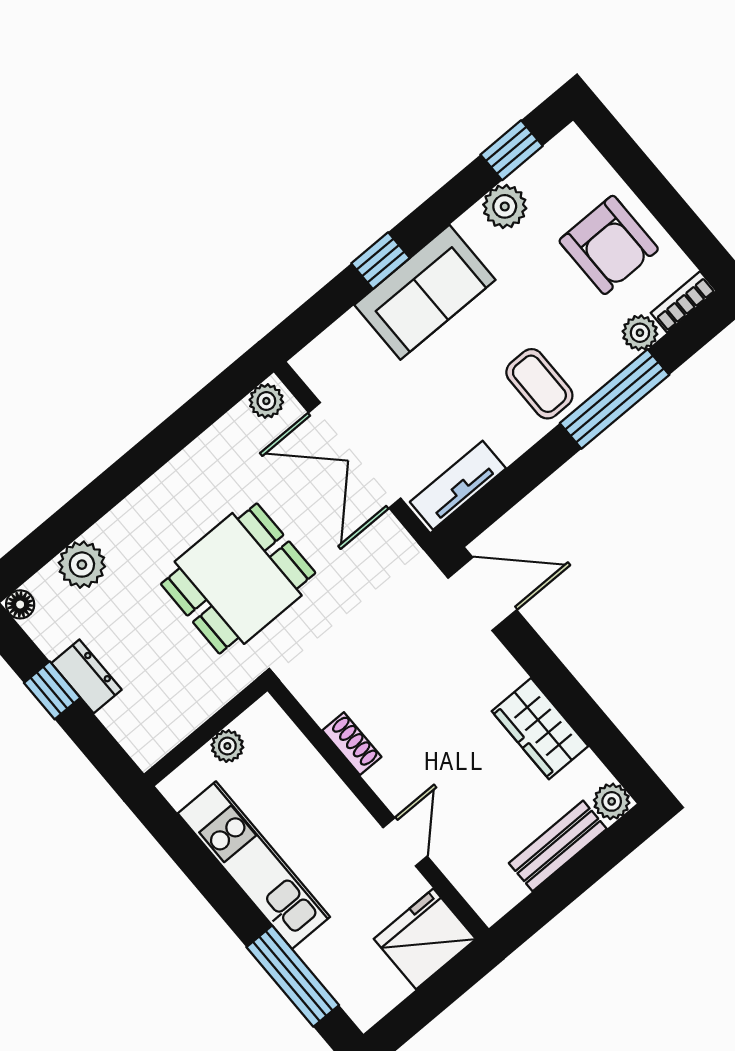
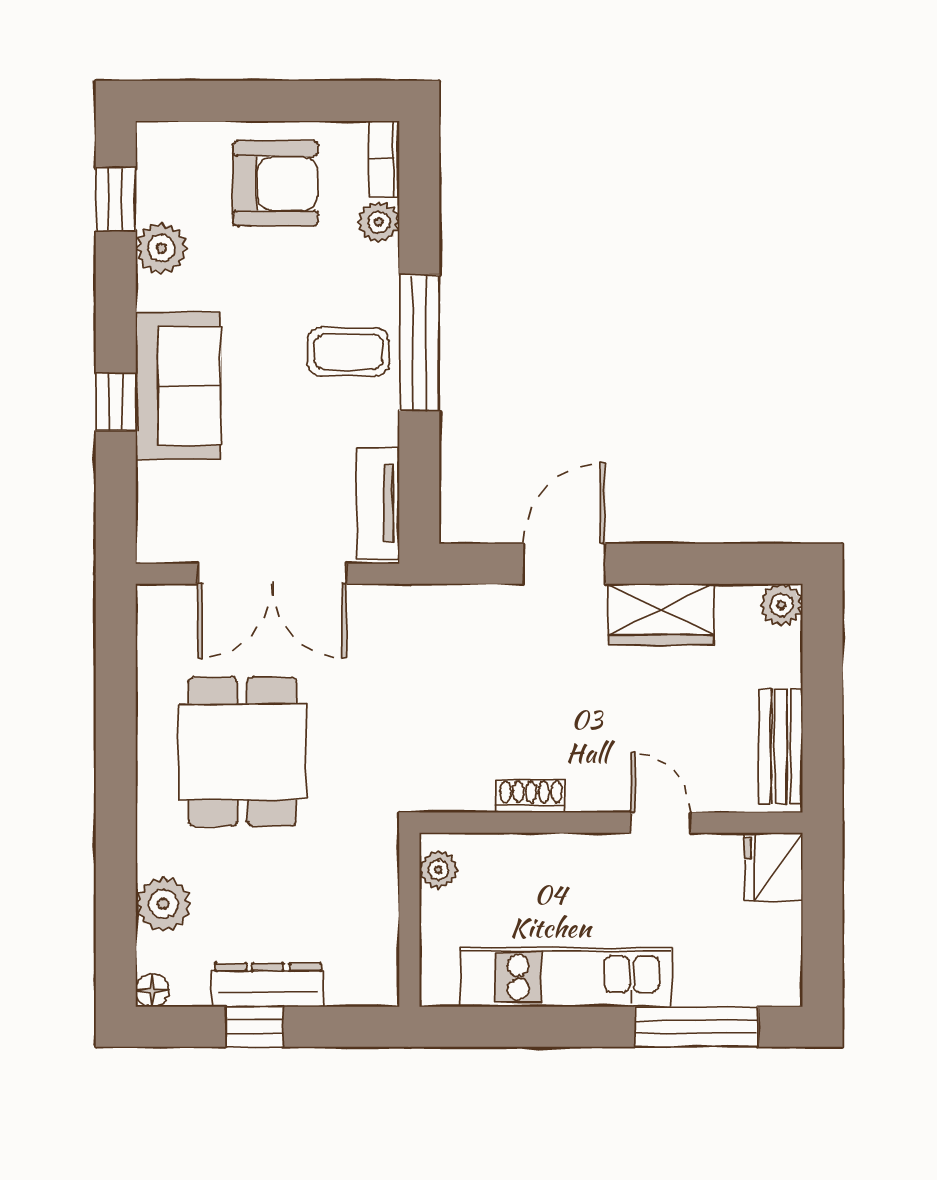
window: (615, 399) -> (419, 343), moved
plant: (266, 401) -> (156, 612), removed
dining table: (238, 578) -> (242, 752), moved
door: (482, 594) -> (564, 564), moved
dresser: (87, 676) -> (268, 985), width x1.44
plant: (227, 746) -> (438, 870), moved
bench: (558, 846) -> (781, 746), moved
fridge: (425, 939) -> (773, 867), width x0.73, depth x0.75

